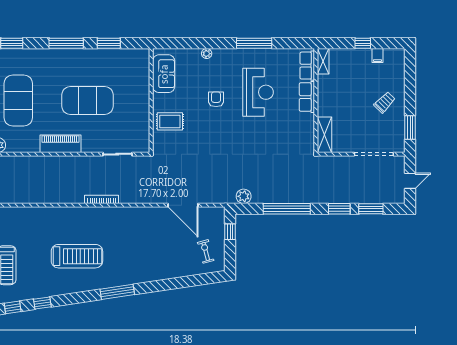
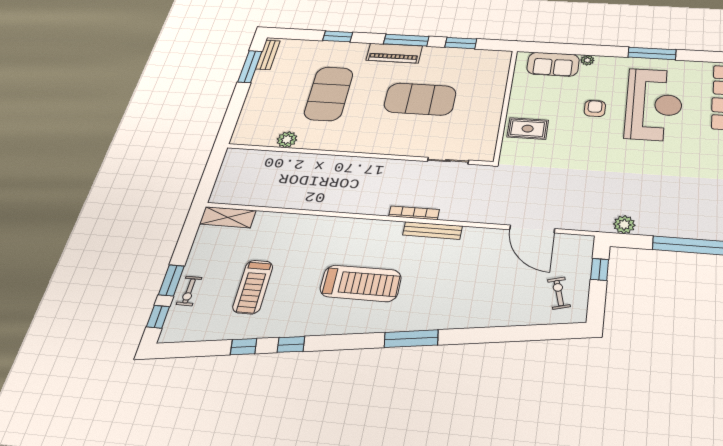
sofa: (164, 74) -> (553, 64), moved, turned 90
reception desk: (258, 92) -> (654, 104), width x1.36, depth x1.30
piano: (61, 144) -> (394, 53), moved, turned 180
bench: (117, 212) -> (432, 231), added

